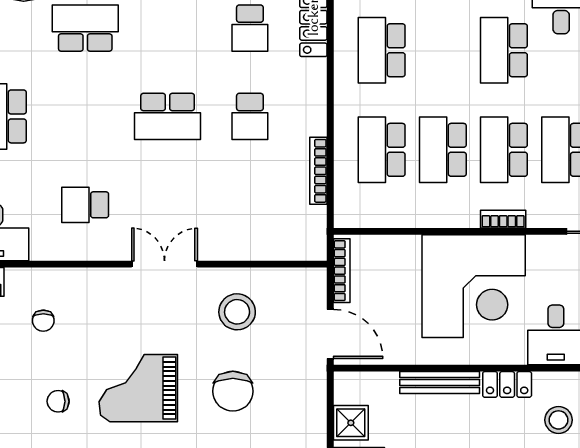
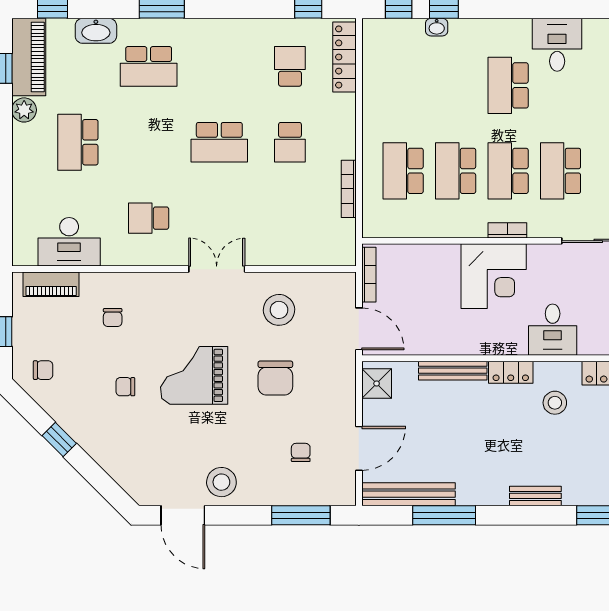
school desk: (85, 28) -> (149, 66), turned 180
school desk: (250, 28) -> (290, 66), turned 180
school desk: (382, 50) -> (403, 85), removed
corner desk: (474, 286) -> (494, 276), width x0.74, depth x0.74
shower: (351, 423) -> (377, 383), moved

